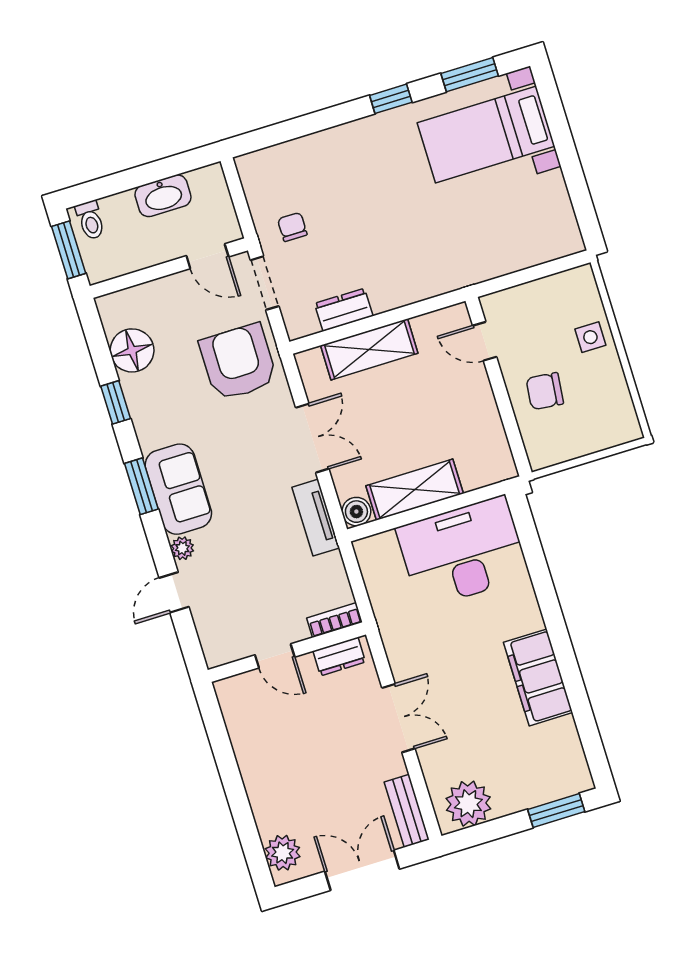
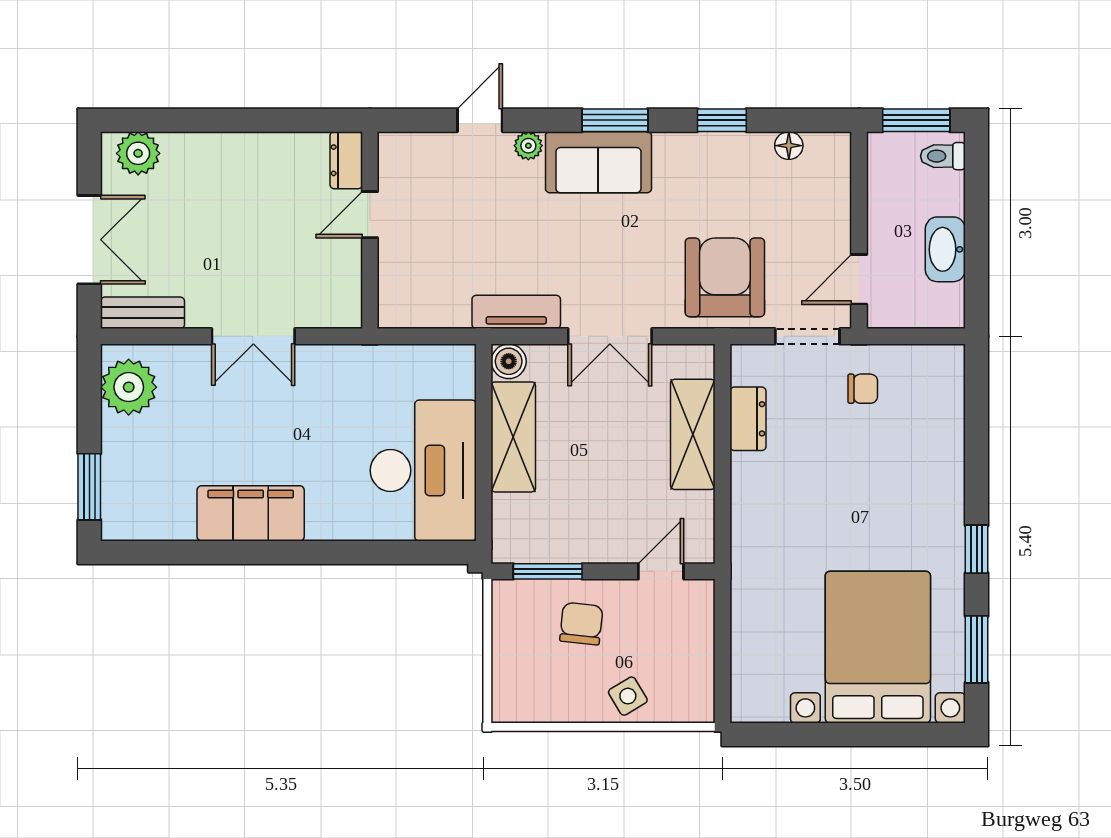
bed with nightstands: (486, 134) -> (878, 647), width x1.36
side table: (590, 337) -> (628, 696), turned -31
floor lamp: (132, 350) -> (789, 146), width x0.53, depth x0.53
armchair: (238, 362) -> (725, 277), turned -90
window: (512, 430) -> (548, 571), added
door: (174, 592) -> (480, 120), hinge flipped
bookcase: (335, 620) -> (390, 297), removed
dresser: (339, 656) -> (346, 160), moved

